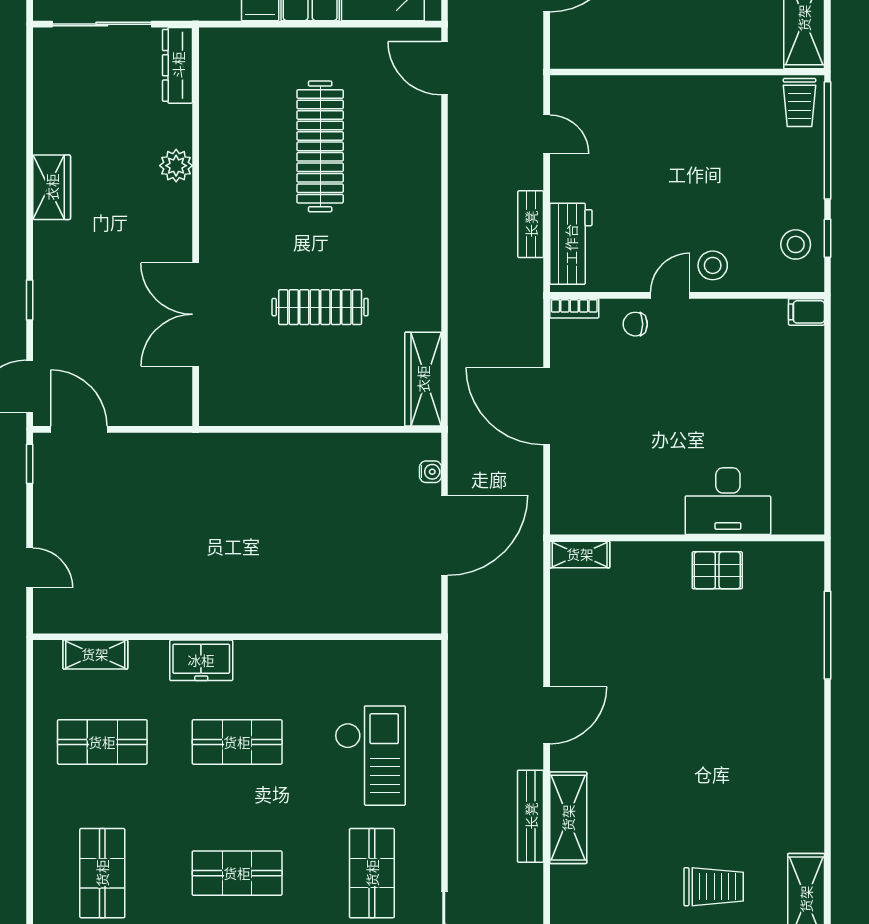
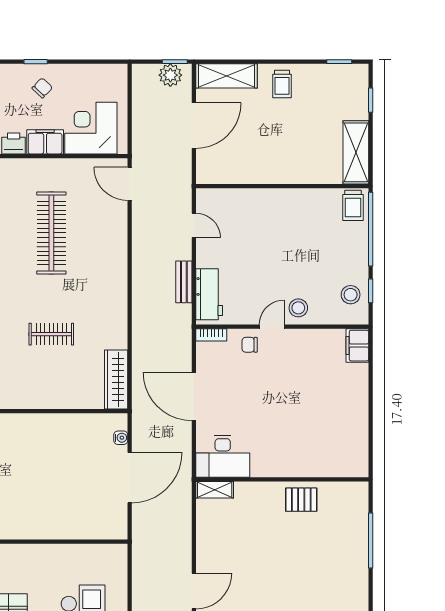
clothes rail: (320, 307) -> (51, 334), width x0.73
filing cabinet: (806, 312) -> (357, 346), width x2.00
desk: (728, 501) -> (223, 456), moved

